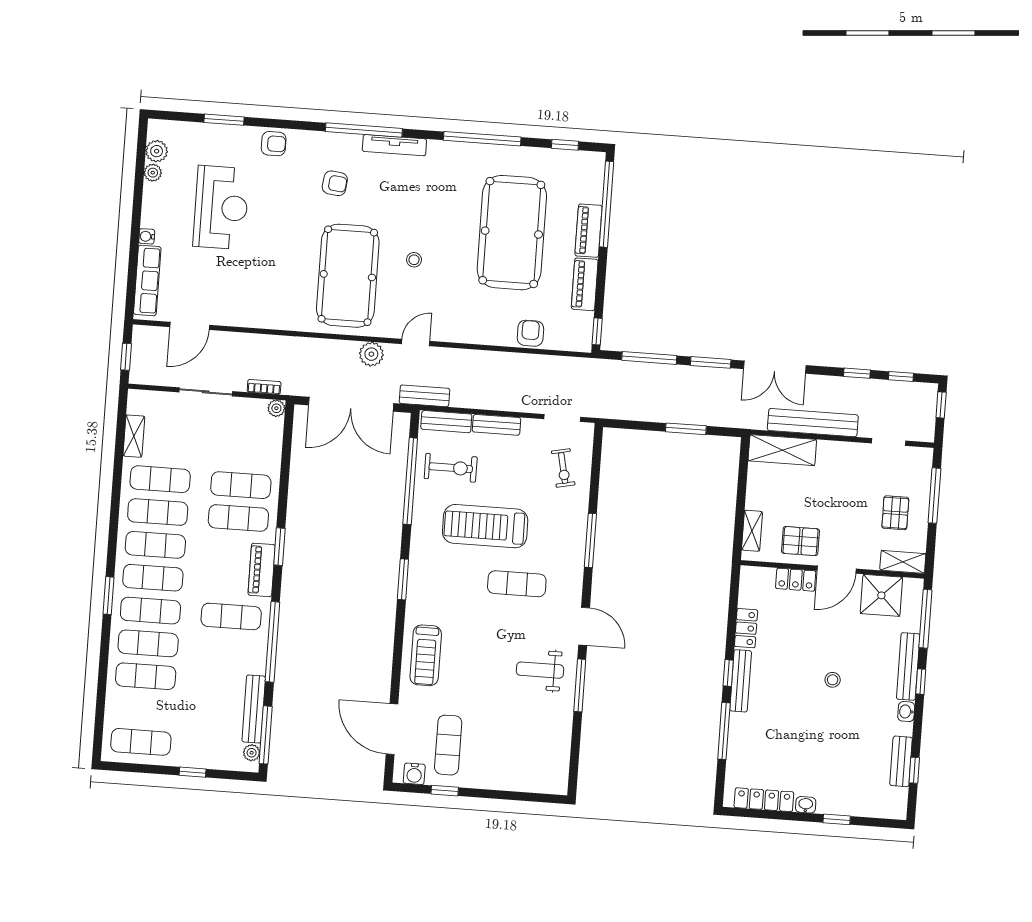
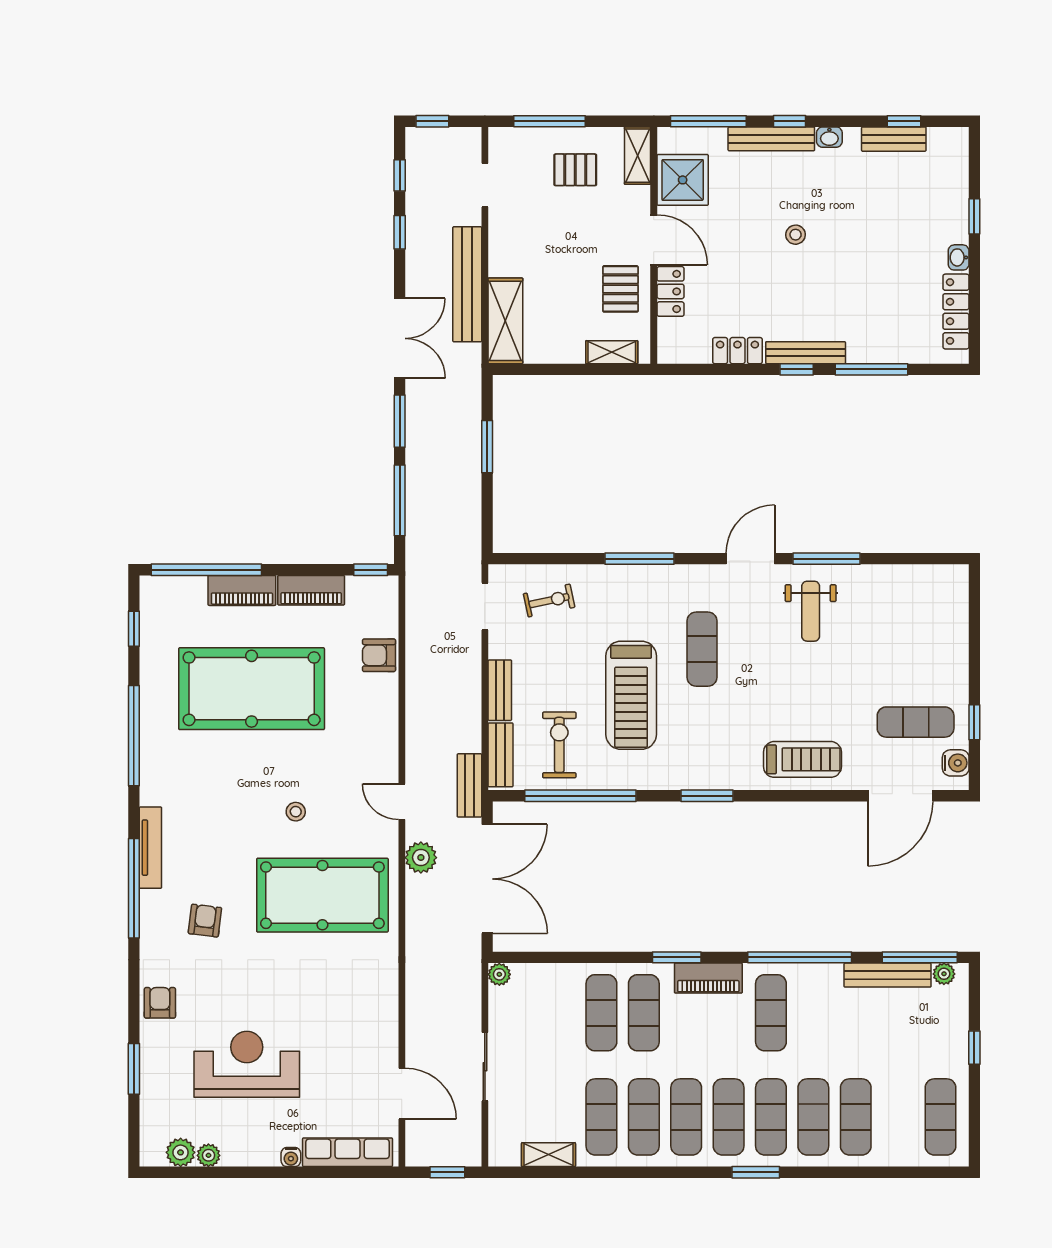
bookcase: (264, 387) -> (473, 992), removed

